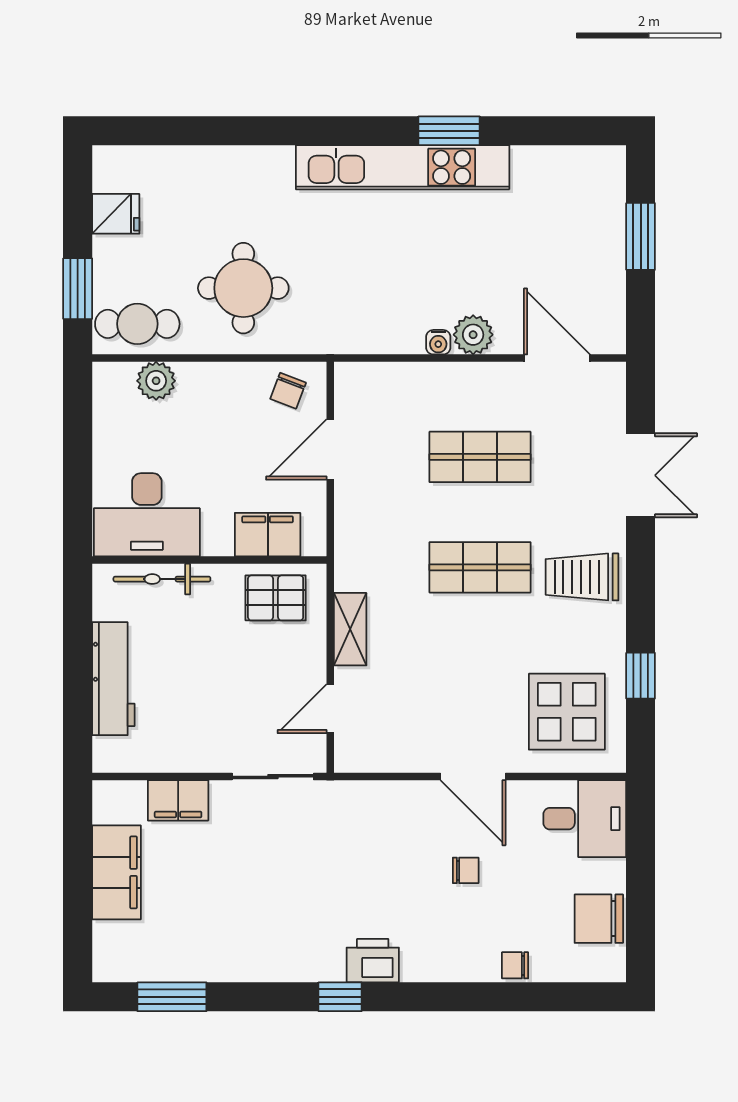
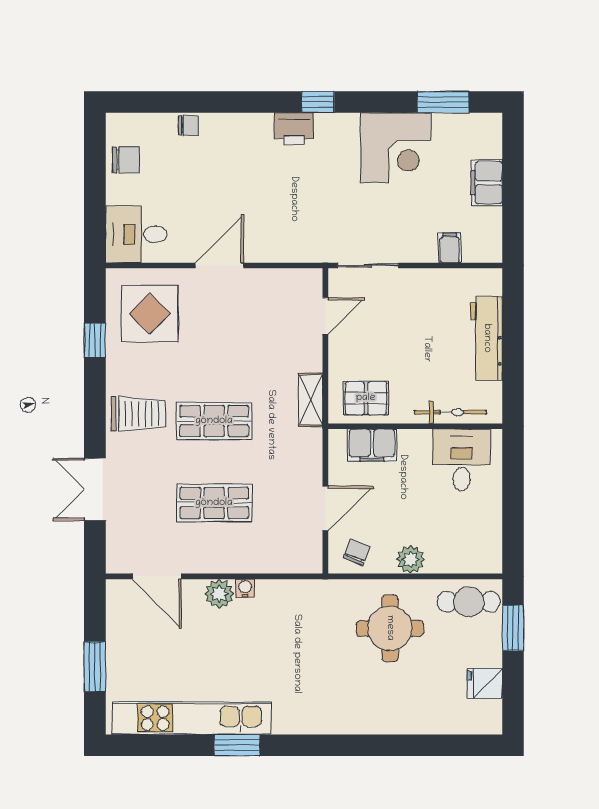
kitchen unit: (403, 167) -> (192, 718), moved
plant: (156, 381) -> (410, 559), moved
desk: (147, 515) -> (462, 460), width x0.73
shelving: (350, 629) -> (311, 400), moved
door: (473, 777) -> (219, 265), hinge flipped
filing cabinet: (178, 800) -> (450, 248), width x0.50
chair: (466, 870) -> (225, 196), removed
filing cabinet: (116, 872) -> (487, 183), width x0.67, depth x0.86
chair: (599, 919) -> (126, 160), width x0.73, depth x0.73
corner desk: (236, 935) -> (396, 148), added

